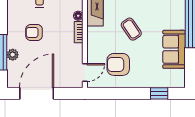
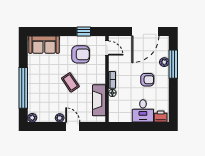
sofa: (174, 49) -> (44, 45), moved, turned 90
door: (85, 73) -> (107, 48), swing flipped
window: (159, 93) -> (84, 31), moved

